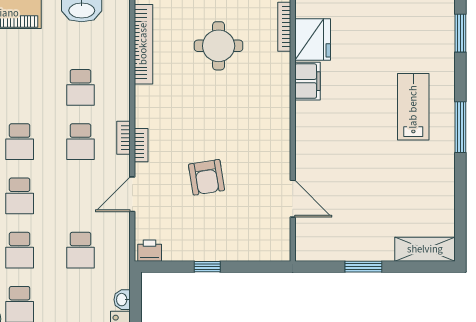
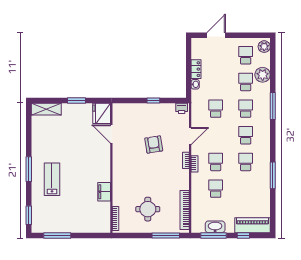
fridge: (313, 40) -> (102, 113), moved
lab bench: (413, 107) -> (52, 179), turned 180

